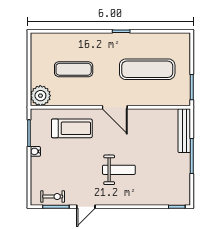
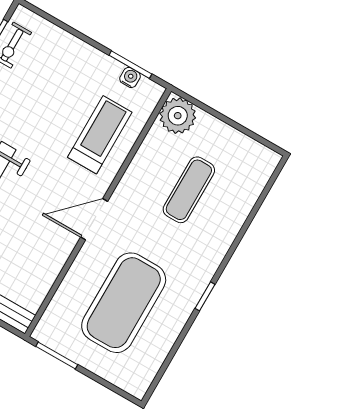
exercise mat: (147, 69) -> (124, 303), width x1.47
treadmill: (72, 128) -> (100, 135), turned 180
water cooler: (35, 151) -> (130, 77), moved

